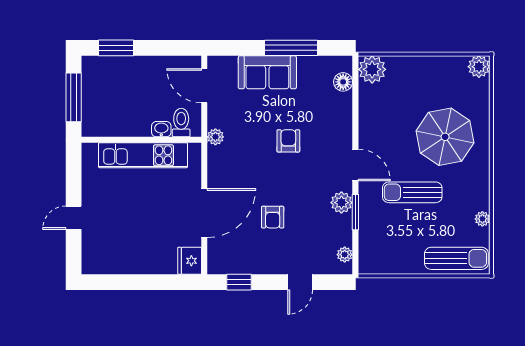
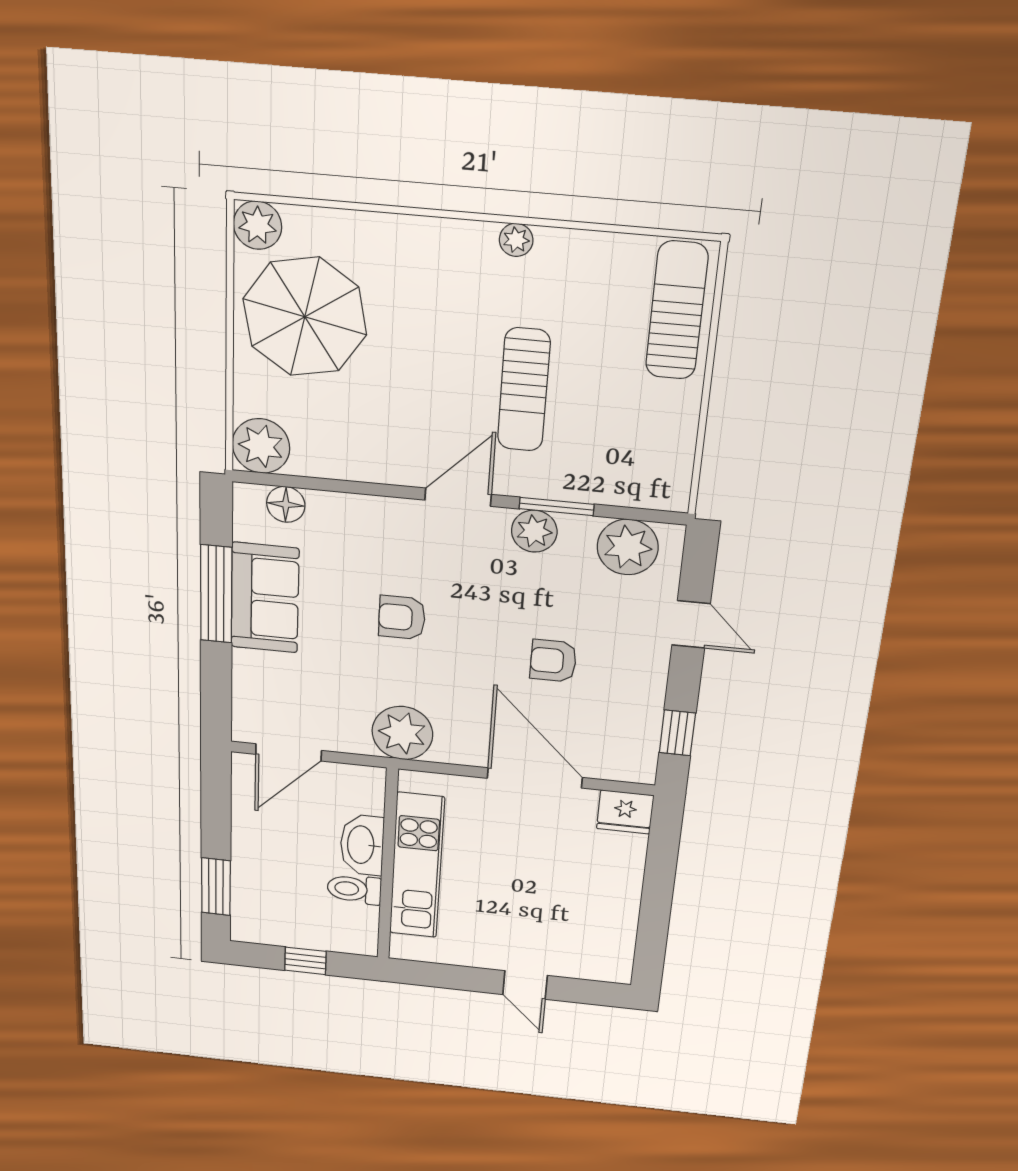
sofa: (267, 72) -> (265, 598), moved
window: (74, 97) -> (305, 961), width x0.46
toilet: (181, 123) -> (354, 889), moved
washbasin: (161, 129) -> (362, 845), width x1.91, depth x1.45
plant: (215, 137) -> (402, 733), width x1.87, depth x1.87
parasol: (445, 137) -> (305, 317), moved
armchair: (273, 217) -> (553, 661), turned 180
plant: (482, 219) -> (516, 240), moved
plant: (345, 255) -> (628, 547), width x1.87, depth x1.87

